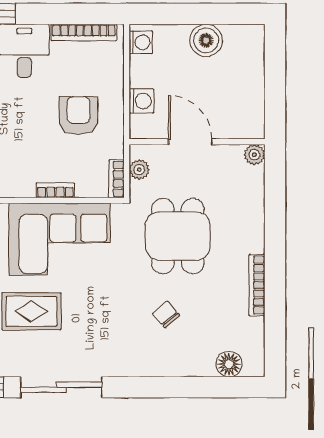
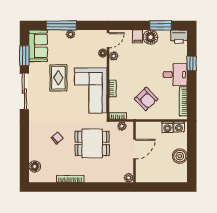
washing machine: (141, 101) -> (167, 127), moved
armchair: (78, 116) -> (146, 99), turned 46

